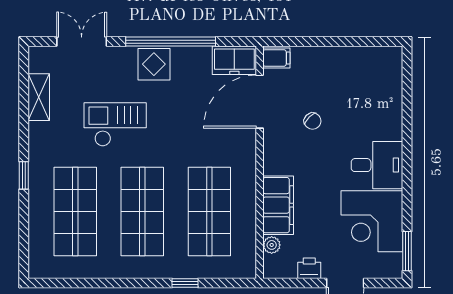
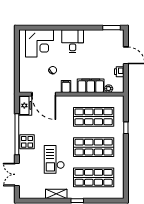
filing cabinet: (276, 58) -> (66, 86), moved
shelving: (39, 97) -> (56, 194), moved
corner desk: (372, 221) -> (40, 43), moved

